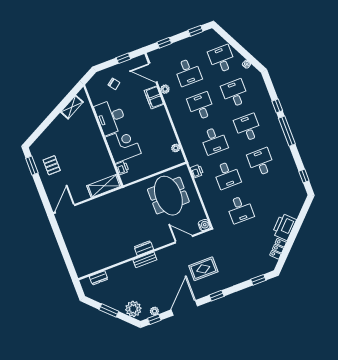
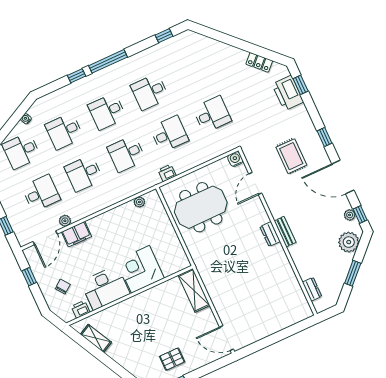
desk: (214, 141) -> (126, 154), turned 180
printer: (122, 168) -> (81, 309), moved
printer: (284, 227) -> (288, 93), moved, turned 45

